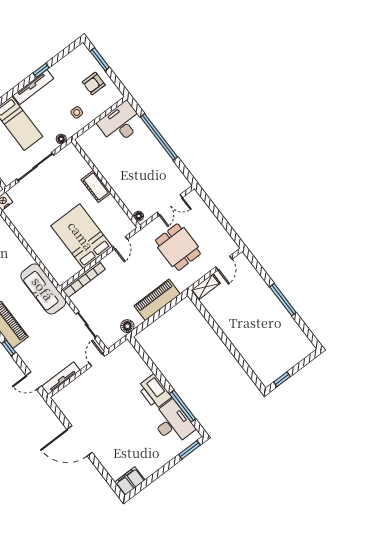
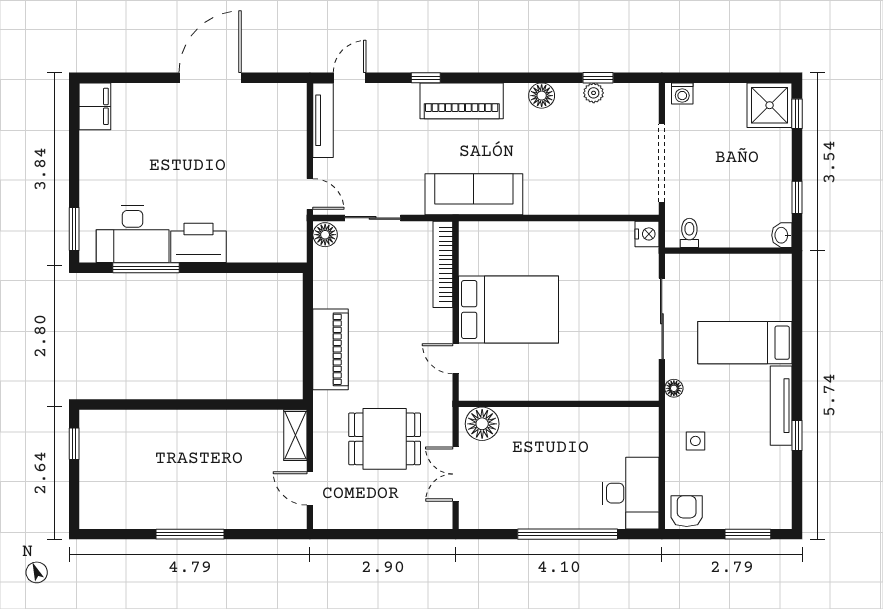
armchair: (94, 84) -> (687, 511), moved
cot: (96, 186) -> (565, 386), removed
floor lamp: (139, 216) -> (482, 424), width x1.89, depth x1.89
floor lamp: (127, 326) -> (325, 235), moved

